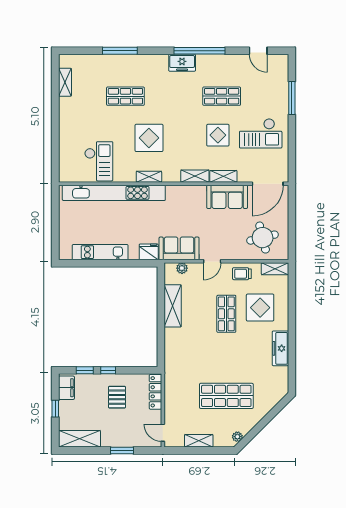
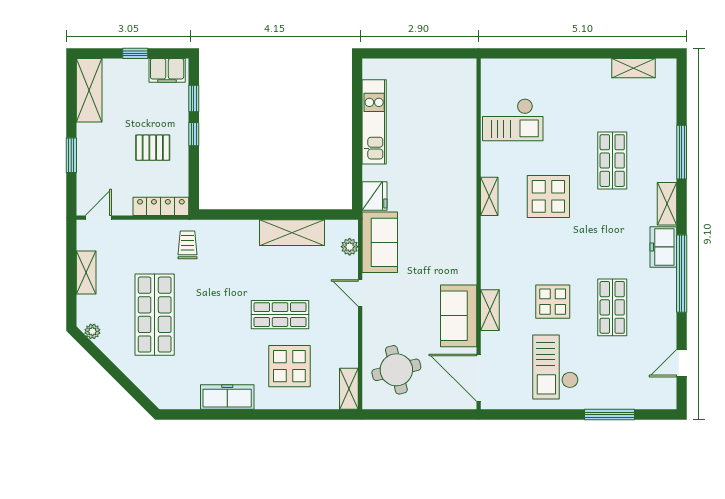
shelving: (195, 176) -> (667, 204), moved
kitchen unit: (114, 193) -> (465, 143), removed
trolley: (242, 274) -> (188, 245), moved

